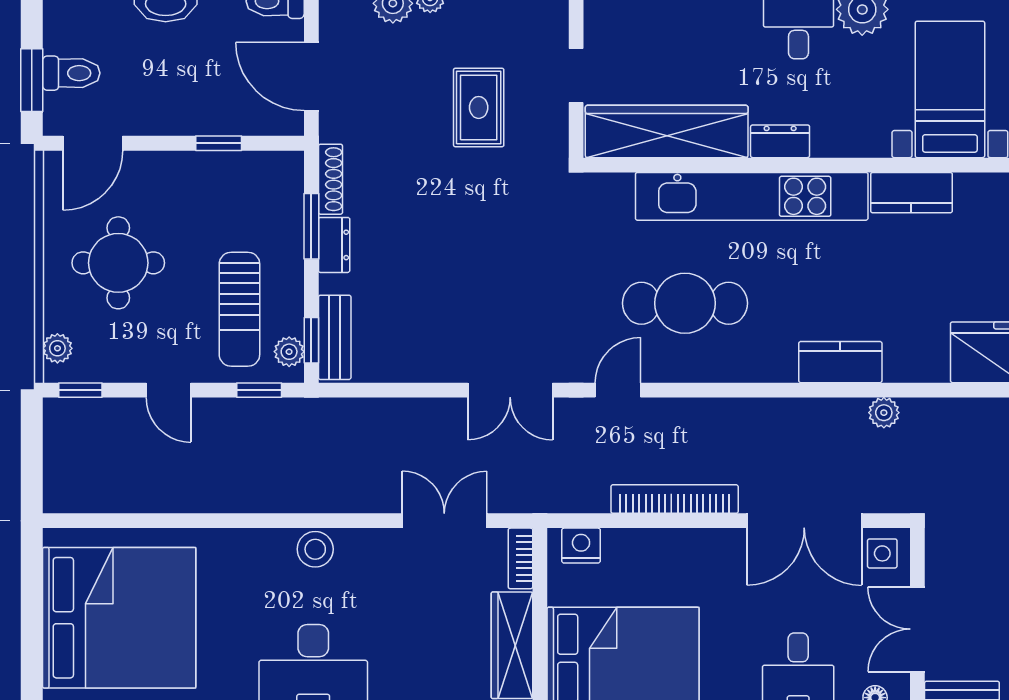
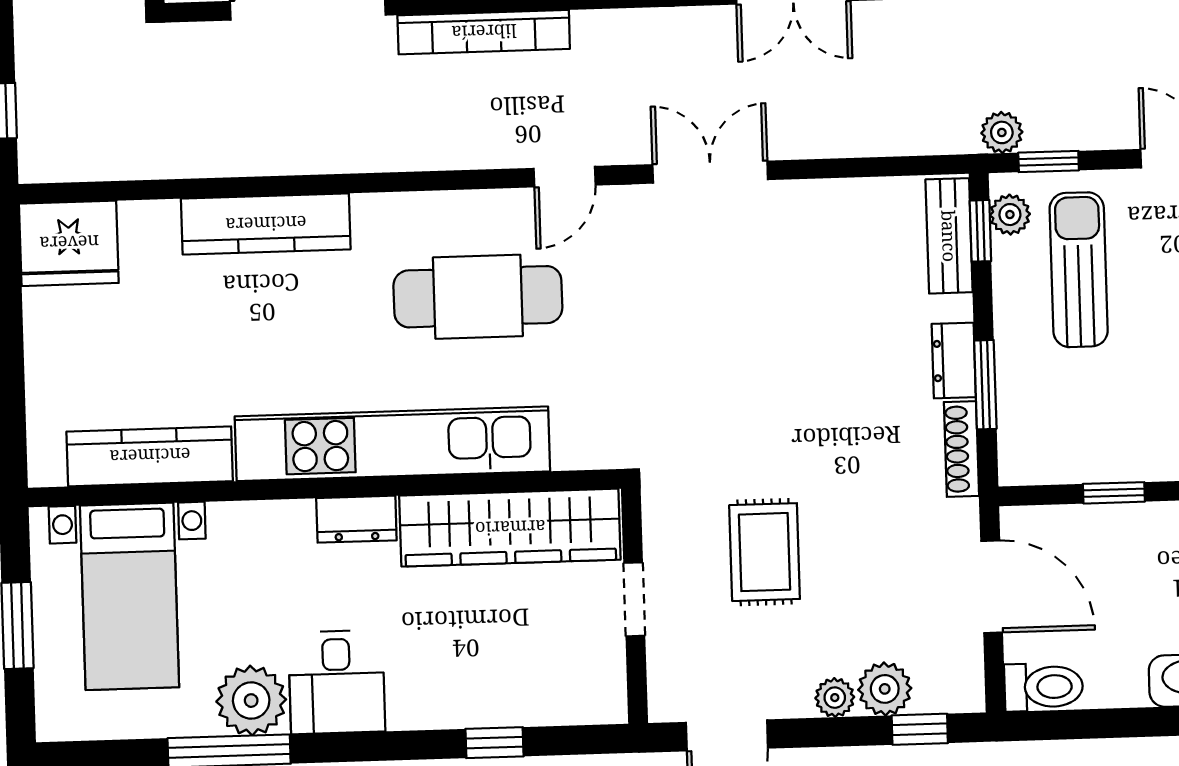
kitchen counter: (911, 193) -> (150, 456), width x1.50
kitchen counter: (840, 362) -> (266, 224), width x1.50
plant: (884, 413) -> (1002, 132), moved

